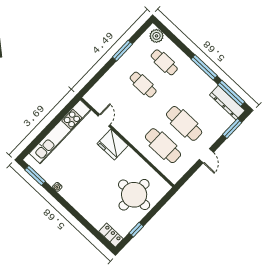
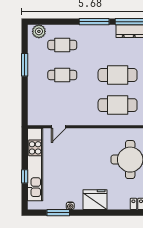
door: (104, 120) -> (59, 127), swing flipped
window: (44, 133) -> (25, 176), added
fridge: (113, 145) -> (95, 200), moved, turned 180
window: (35, 176) -> (58, 213), moved

